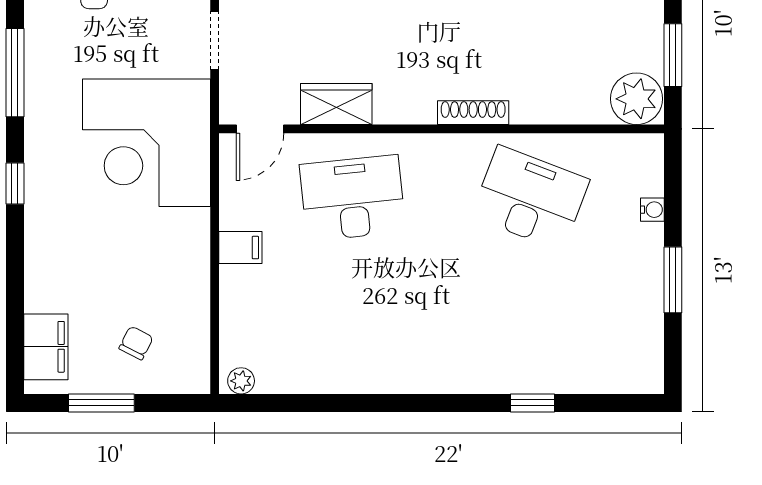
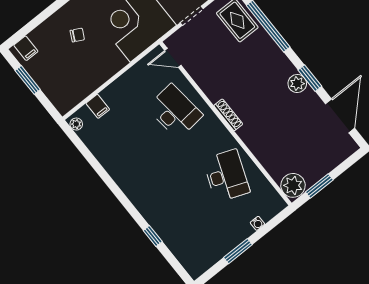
wardrobe: (336, 104) -> (204, 78), removed
shoe rack: (473, 113) -> (228, 115), moved
filing cabinet: (240, 248) -> (98, 106), moved
chair: (136, 343) -> (77, 35), moved
filing cabinet: (46, 347) -> (26, 48), width x0.50

